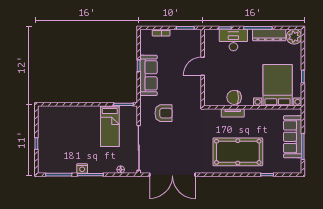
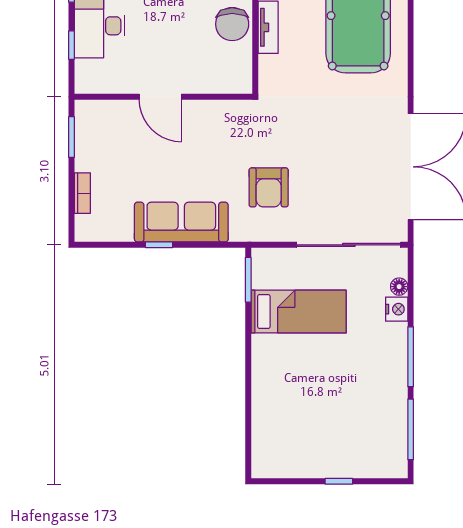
armchair: (163, 113) -> (269, 187), turned 180
nightstand: (82, 168) -> (397, 309), moved

